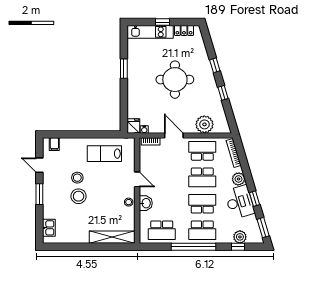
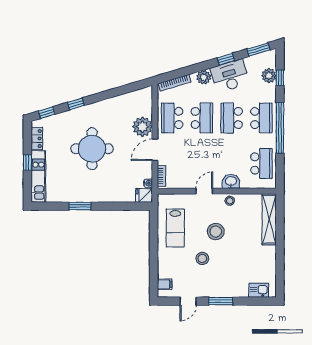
window: (223, 93) -> (47, 113), moved
plant: (204, 124) -> (142, 127), moved
stool: (79, 196) -> (216, 232), moved

